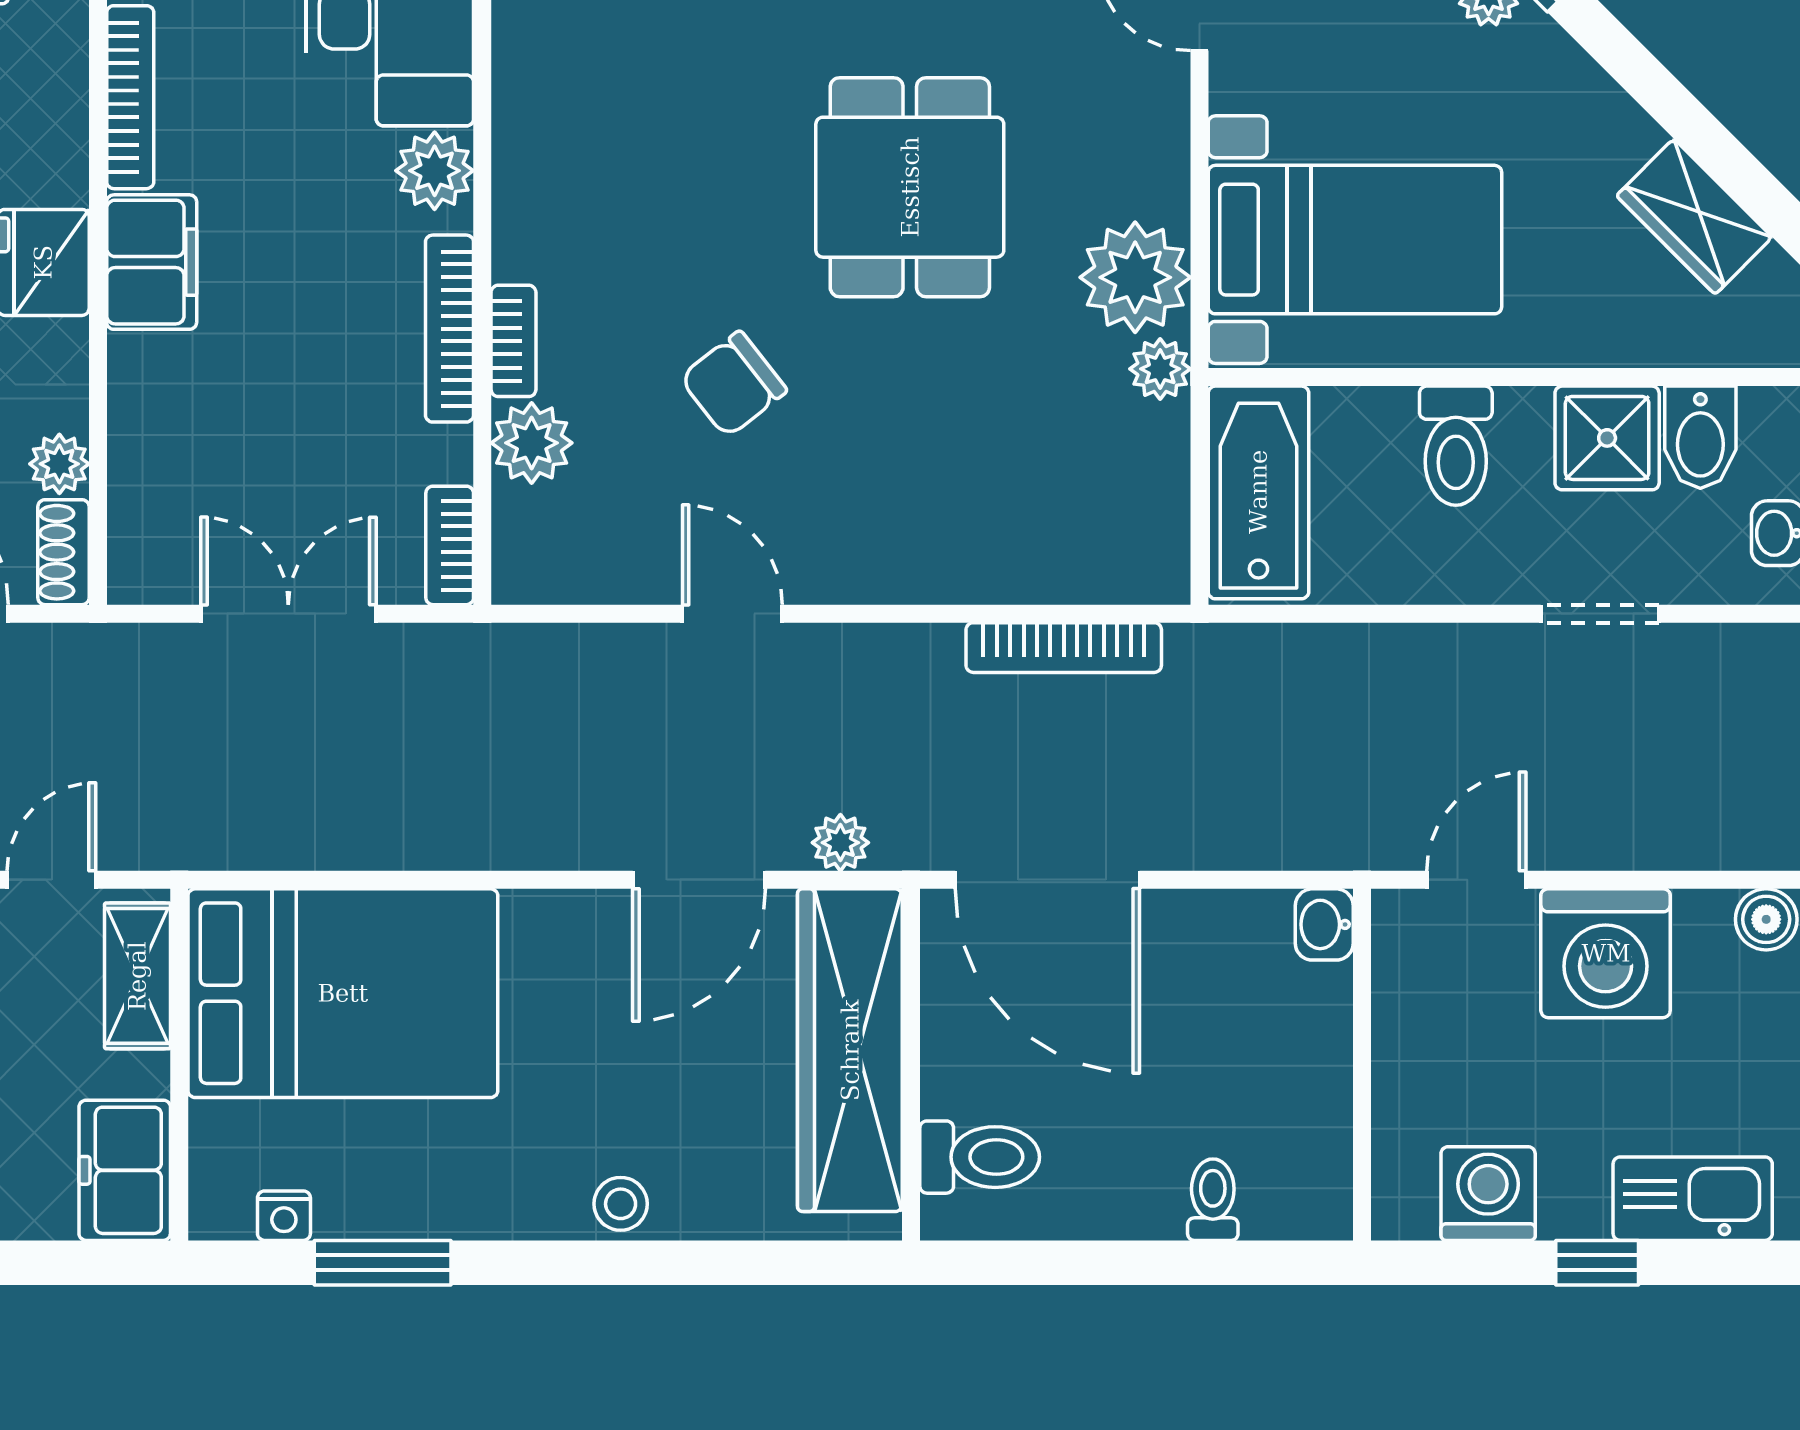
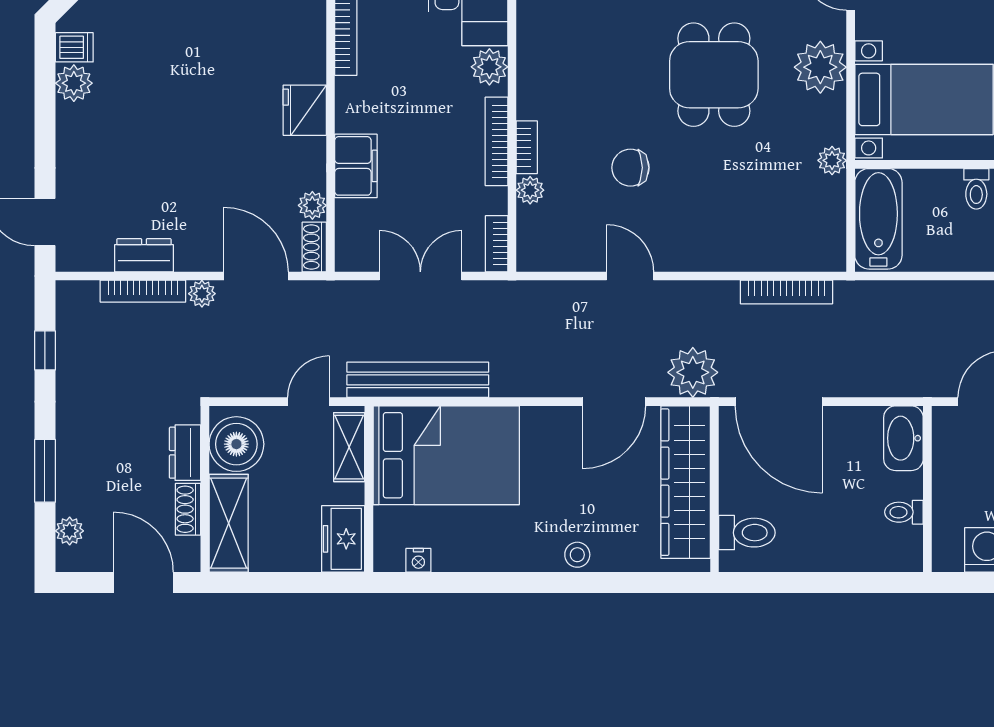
filing cabinet: (152, 262) -> (356, 166), moved
plant: (1135, 277) -> (820, 67), moved
chair: (733, 384) -> (630, 168), turned 38
plant: (532, 443) -> (530, 190), width x0.73, depth x0.73
toilet: (1456, 446) -> (976, 189), width x0.73, depth x0.72
bench: (283, 834) -> (418, 380), added
plant: (840, 843) -> (693, 372), width x1.88, depth x1.88
washbasin: (1324, 924) -> (903, 438), width x1.91, depth x1.45
toilet: (1213, 1200) -> (904, 512), moved, turned -90
window: (383, 1263) -> (465, 582), removed

